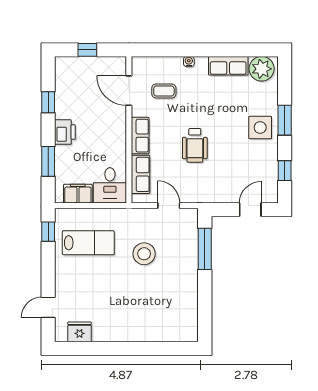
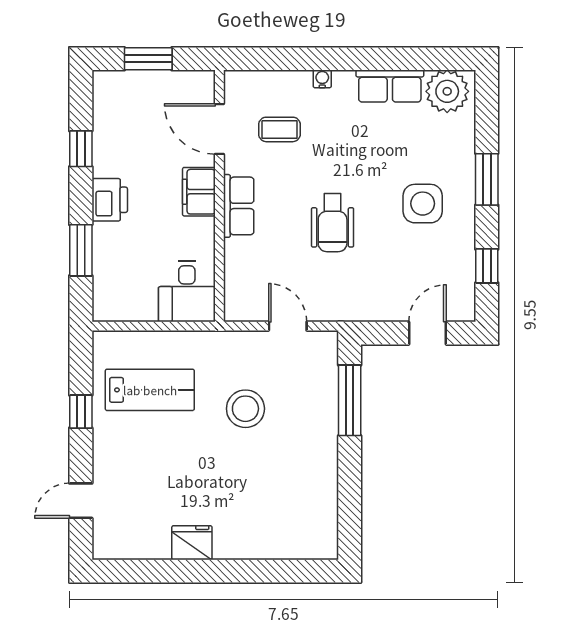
window: (87, 50) -> (148, 59), width x1.50
side table: (260, 127) -> (423, 204), moved
row of seats: (141, 174) -> (239, 273), removed
filing cabinet: (78, 194) -> (199, 192), moved, turned -90
window: (48, 232) -> (81, 412), moved
fridge: (79, 332) -> (192, 543), moved

